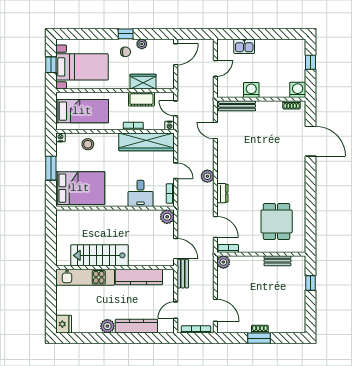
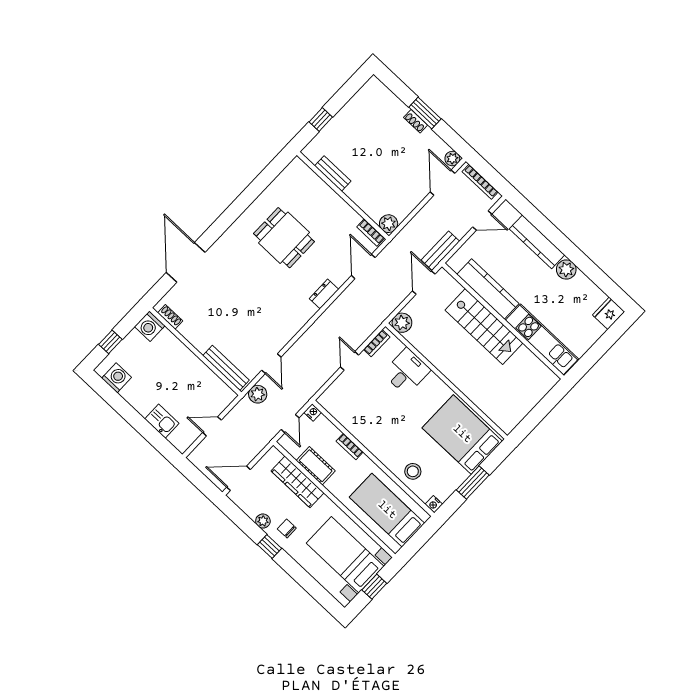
wardrobe: (143, 82) -> (298, 482), width x1.50
washing machine: (251, 90) -> (117, 378), moved, turned 180
wardrobe: (147, 142) -> (351, 418), removed
plant: (207, 176) -> (258, 394), moved
dining table: (277, 221) -> (284, 238), moved, turned 90
stairs: (99, 255) -> (484, 327), moved
plant: (222, 328) -> (452, 159), added

